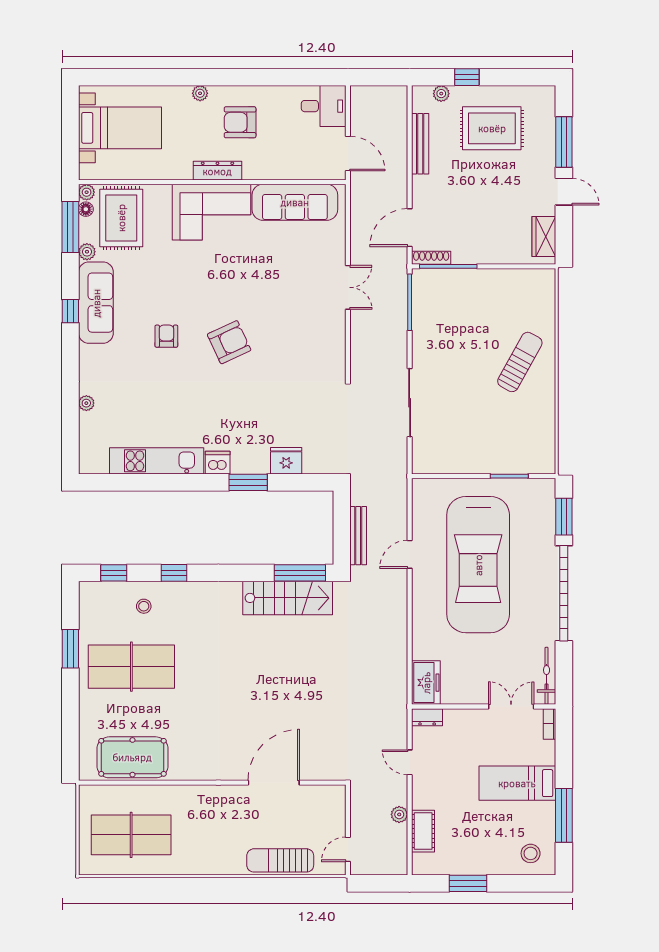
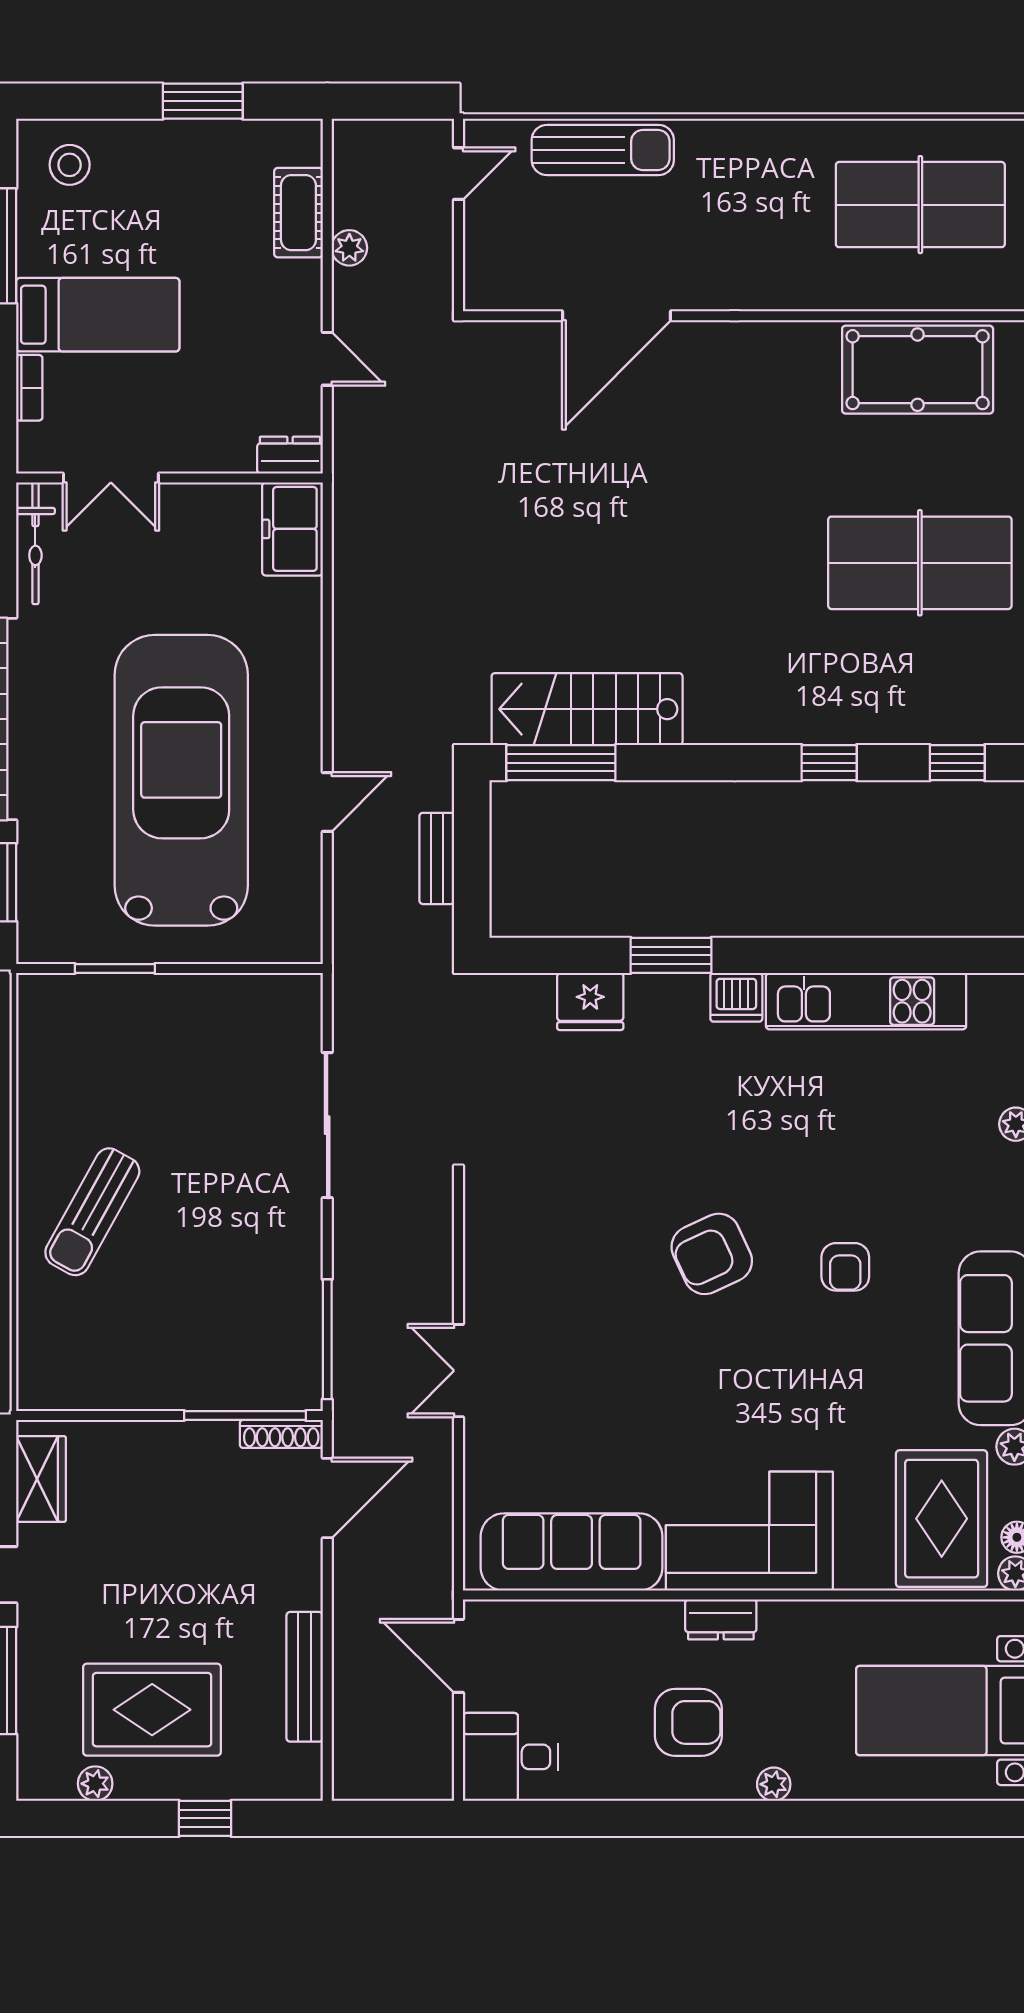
plant: (441, 94) -> (95, 1784), moved
dresser: (217, 171) -> (721, 1619), width x0.70
bench: (358, 536) -> (437, 858), width x0.73
stool: (144, 606) -> (894, 692), removed
bookcase: (549, 724) -> (29, 388), moved

